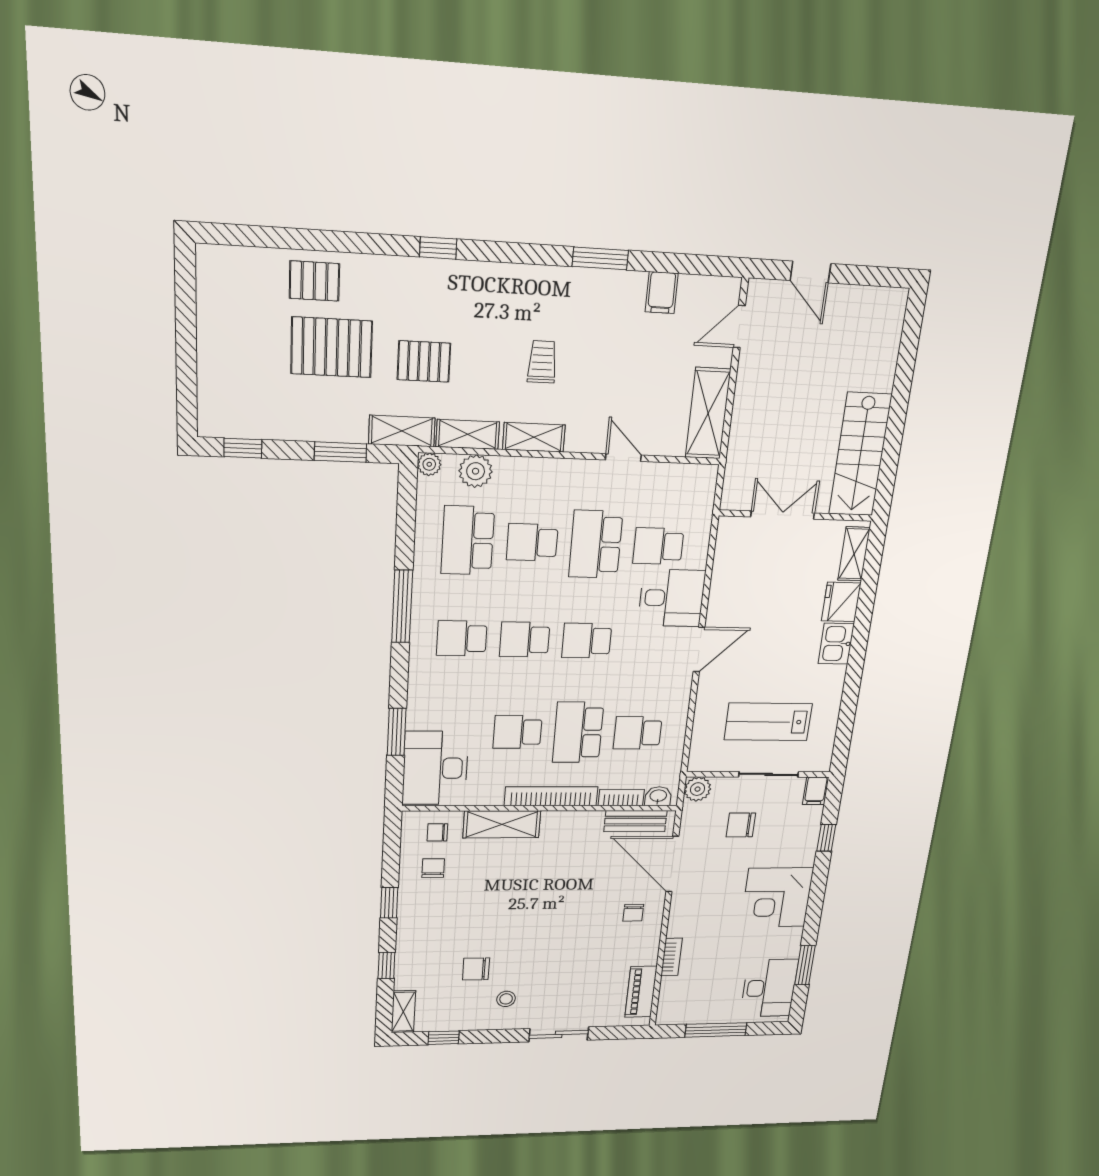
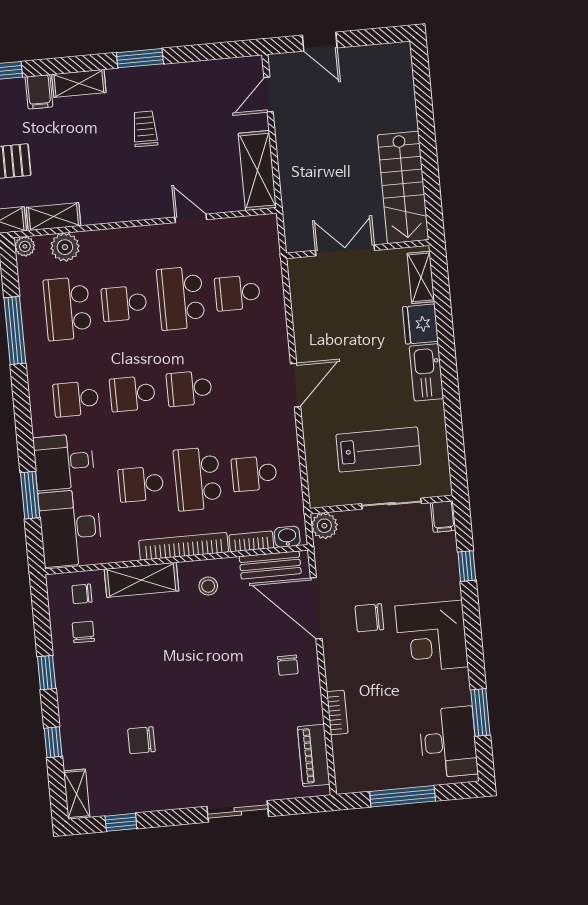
filing cabinet: (662, 293) -> (39, 92), moved
trolley: (542, 362) -> (145, 129), moved
shelving: (534, 437) -> (79, 83), moved
desk: (672, 598) -> (64, 462), moved, turned 180
window: (402, 606) -> (15, 331), moved
kitchen sink: (836, 644) -> (426, 372), width x1.38
lab bench: (768, 722) -> (378, 450), turned 180
chair: (741, 825) -> (369, 618), moved
stool: (506, 999) -> (208, 586), moved

